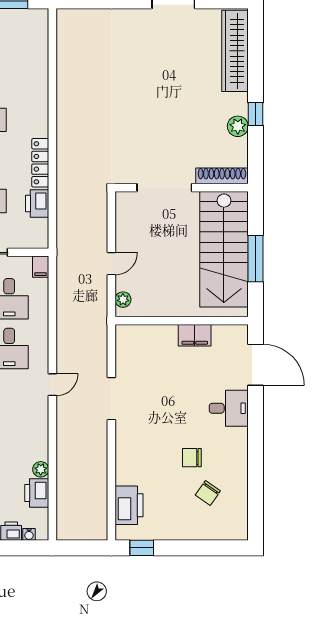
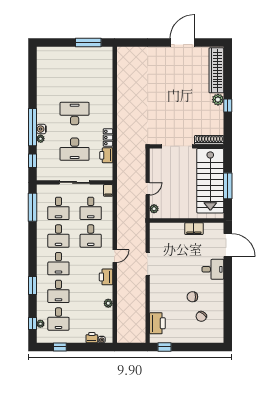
plant: (238, 126) -> (218, 100), moved
locker: (40, 163) -> (108, 137), width x0.66
printer: (37, 493) -> (106, 277), moved

